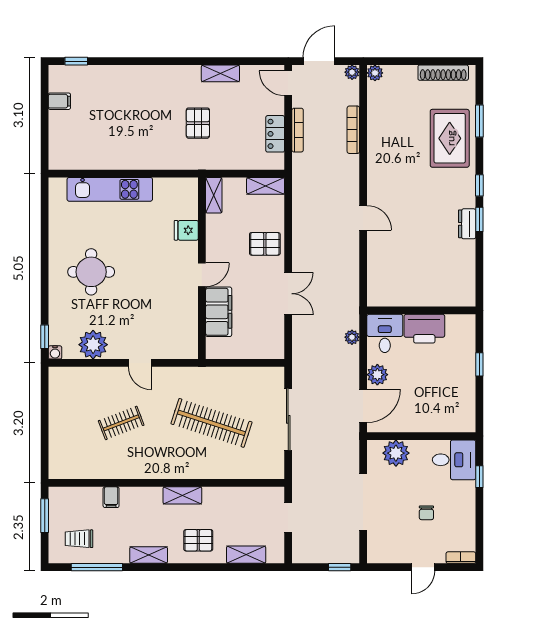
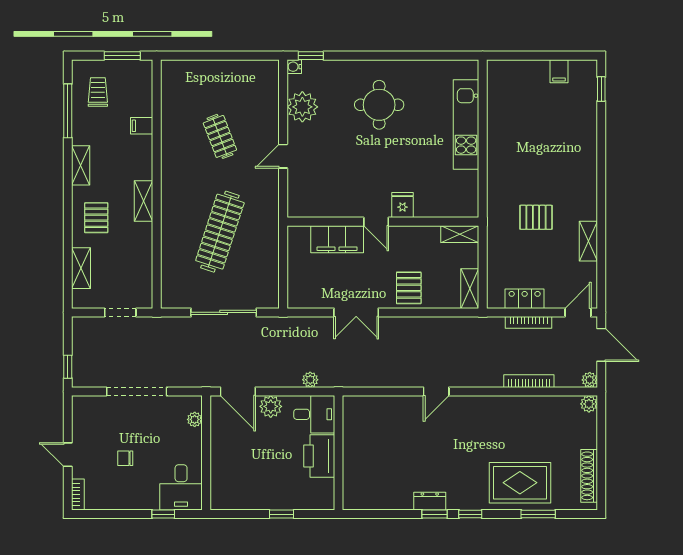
fridge: (186, 230) -> (402, 205), moved
plant: (396, 453) -> (195, 419), width x0.53, depth x0.53

